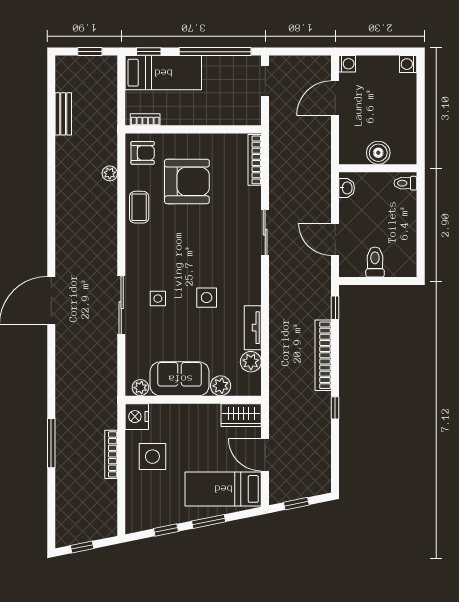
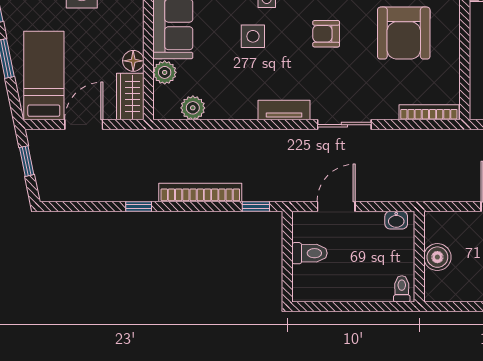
armchair: (187, 248) -> (326, 34), added
side table: (207, 298) -> (253, 36), moved
tv unit: (253, 328) -> (284, 110), moved
floor lamp: (211, 413) -> (133, 61), added

